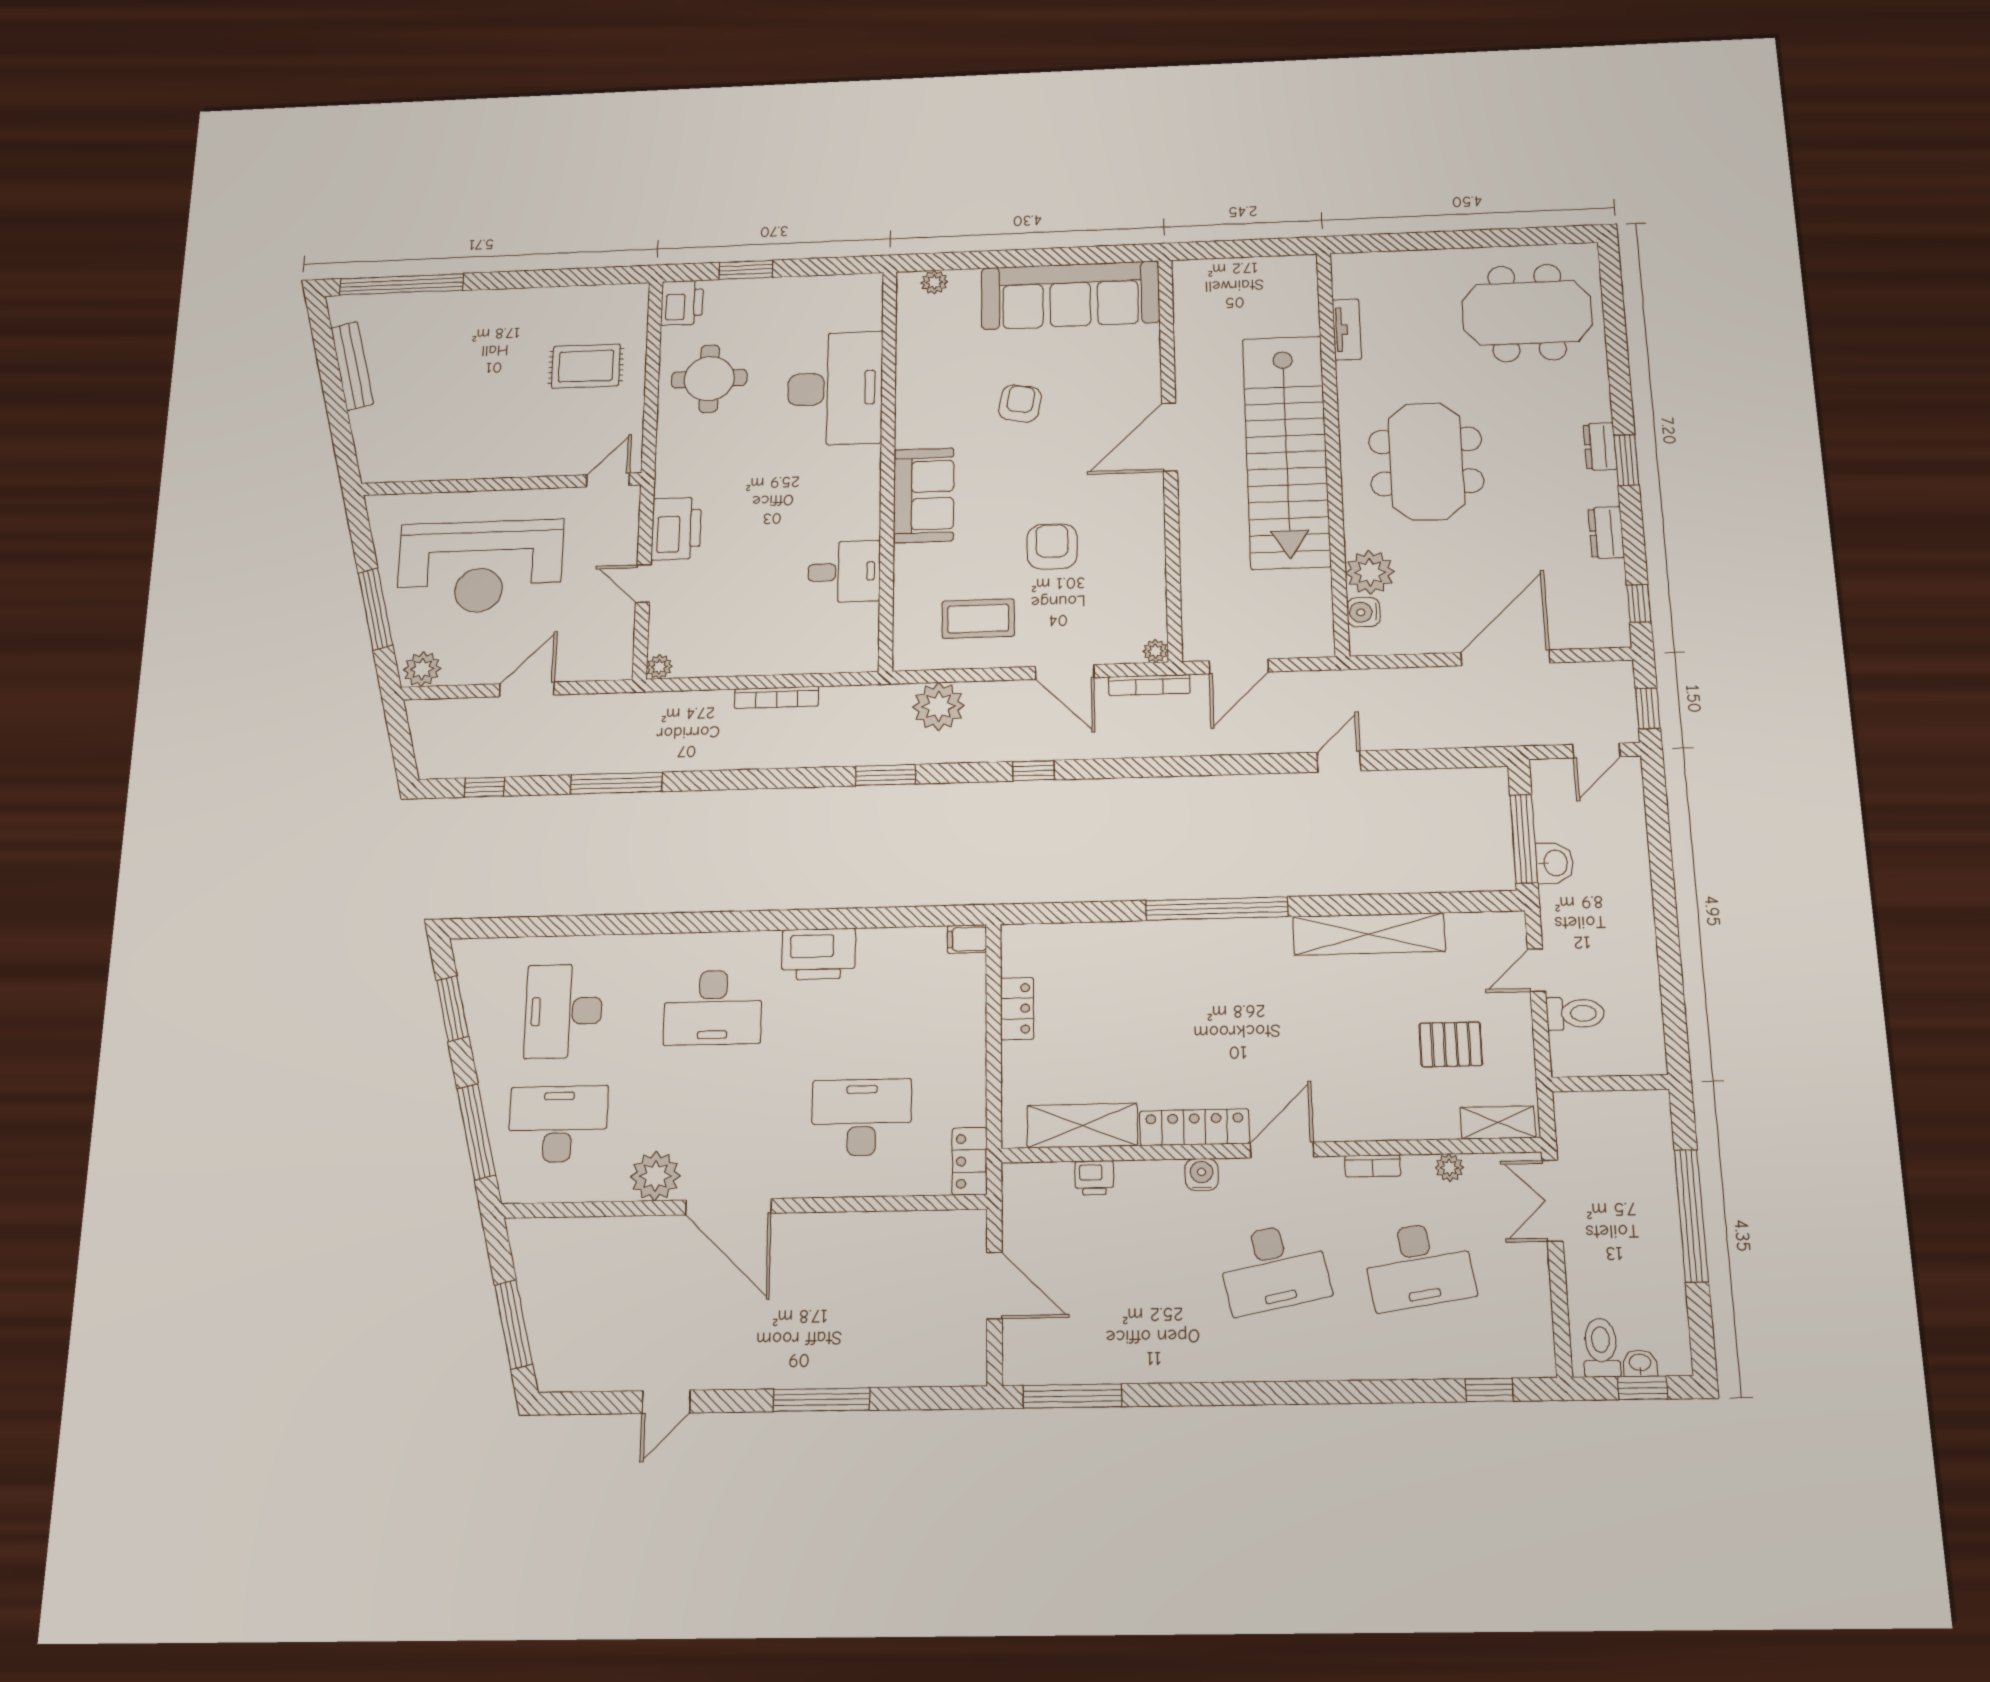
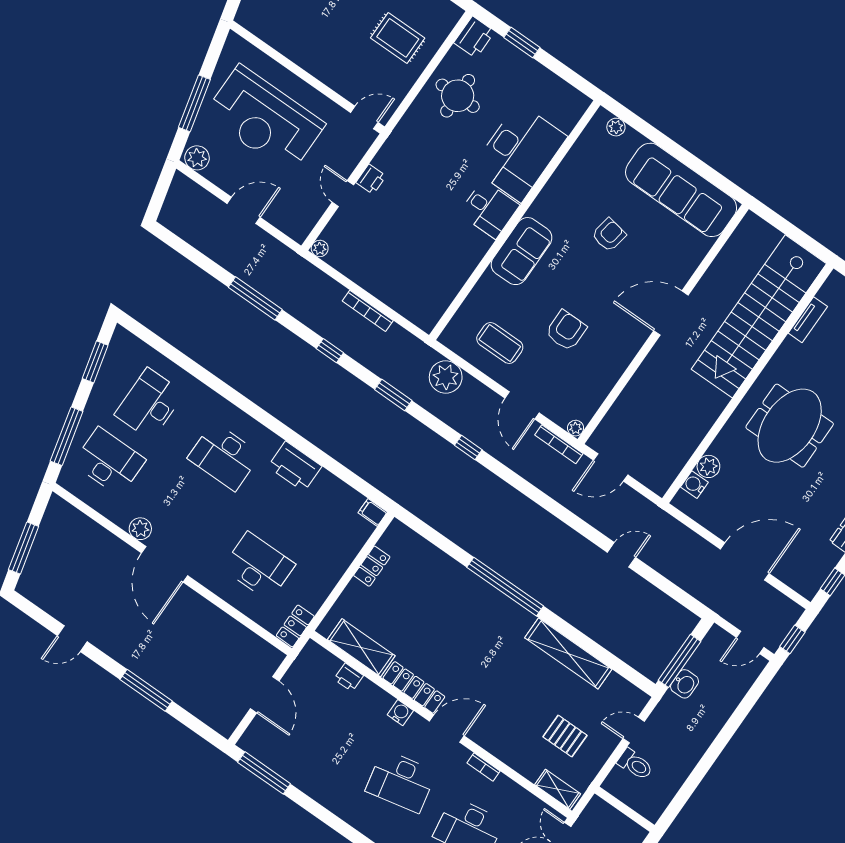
stairs: (1286, 451) -> (759, 316), moved
printer: (676, 529) -> (371, 179), width x0.53, depth x0.68
desk: (844, 572) -> (489, 209), moved
plant: (1370, 572) -> (708, 466), width x0.73, depth x0.73
window: (484, 787) -> (330, 351), moved
plant: (1449, 1168) -> (518, 794), removed
plant: (655, 1176) -> (140, 529), width x0.73, depth x0.73

